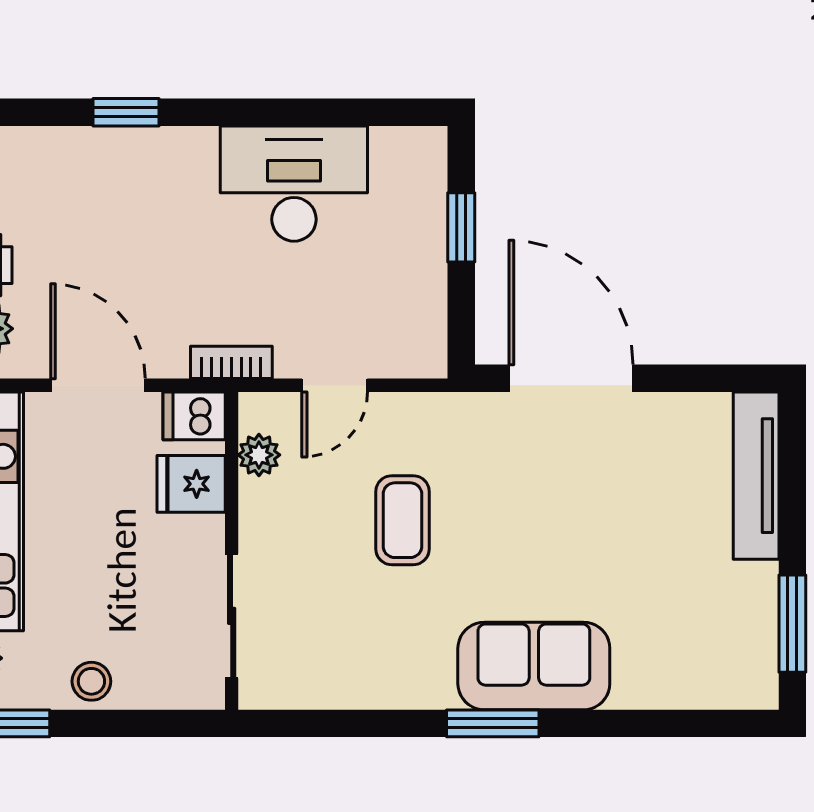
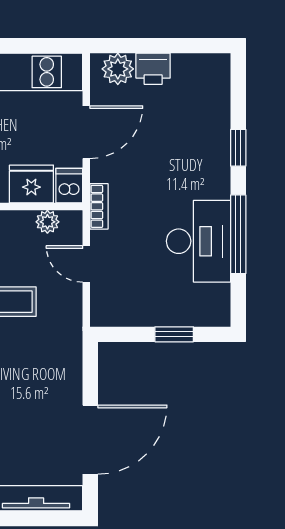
window: (282, 112) -> (238, 234), added
door: (571, 378) -> (90, 440), moved
fridge: (191, 484) -> (31, 184), width x1.38

